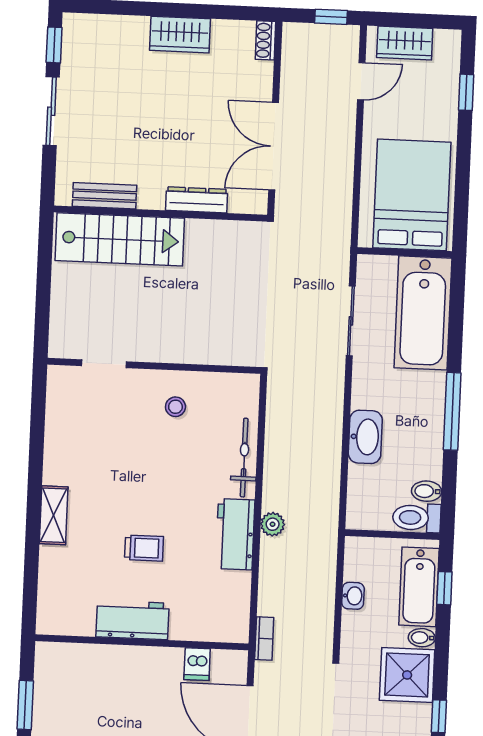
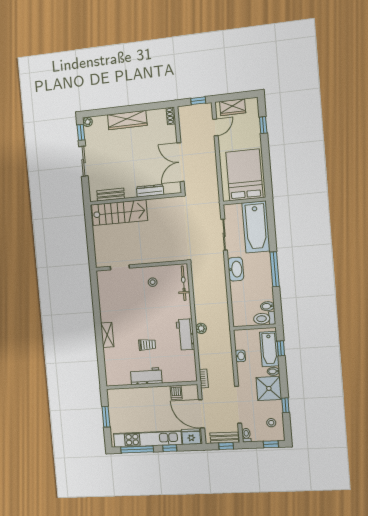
plant: (73, 24) -> (88, 122), added
wardrobe: (180, 35) -> (127, 120), width x1.50
washbasin: (365, 437) -> (236, 269), moved
bicycle: (244, 458) -> (184, 283), moved

